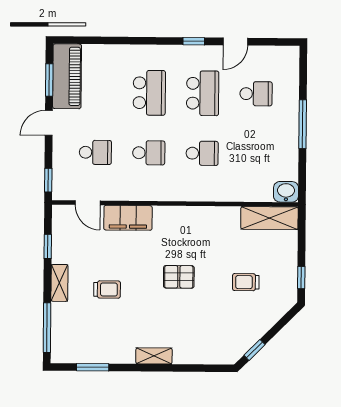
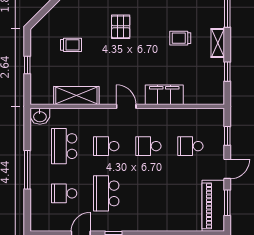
school desk: (149, 93) -> (64, 146), moved
window: (48, 180) -> (227, 136), moved
door: (88, 203) -> (126, 106), moved
shelving: (269, 218) -> (76, 96), moved
pallet: (179, 277) -> (121, 27), moved, turned 90
window: (301, 278) -> (27, 65), moved

